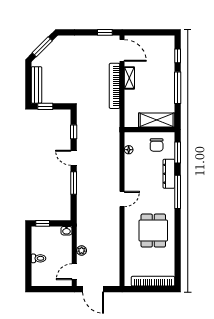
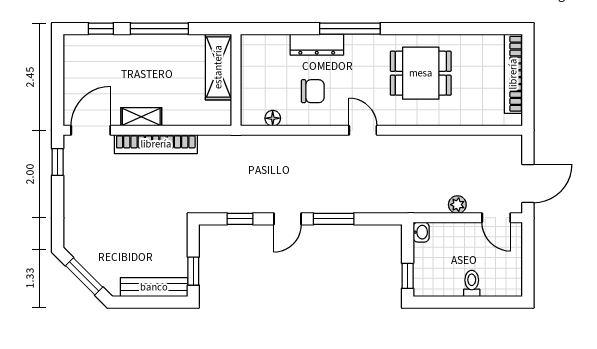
chair: (157, 145) -> (313, 91), moved
window: (178, 152) -> (278, 29), removed

